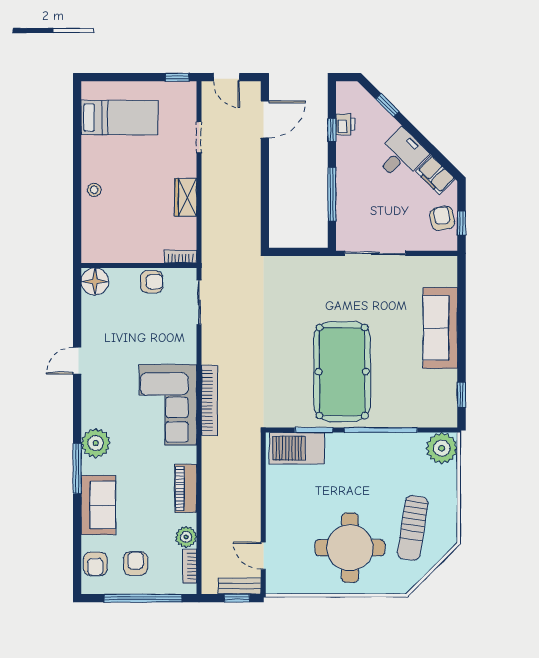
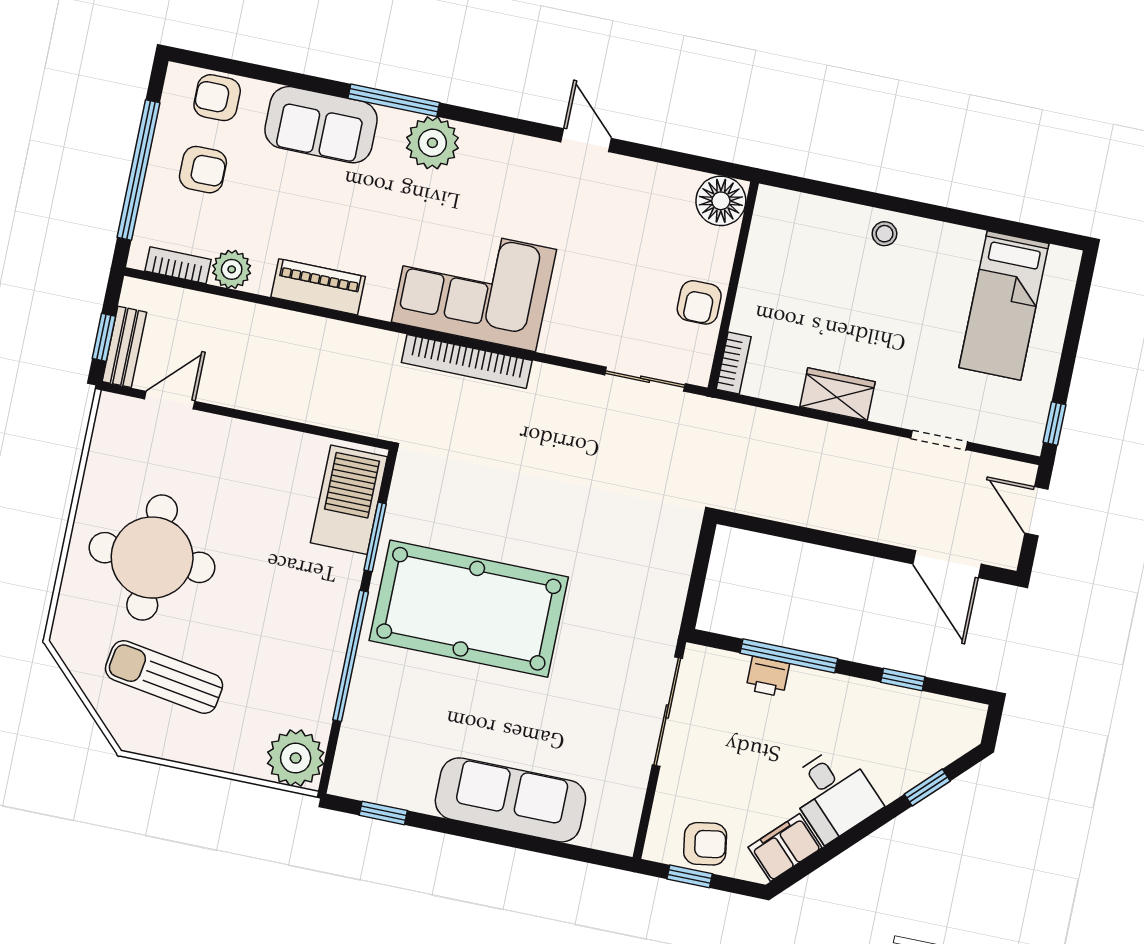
door: (226, 77) -> (1036, 511), hinge flipped
printer: (345, 124) -> (768, 677), moved

